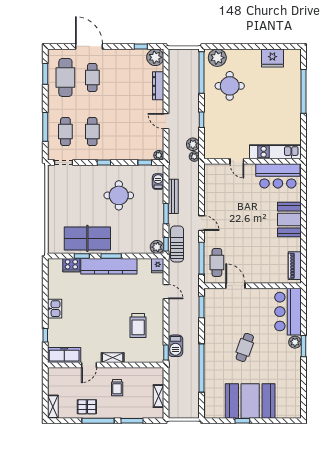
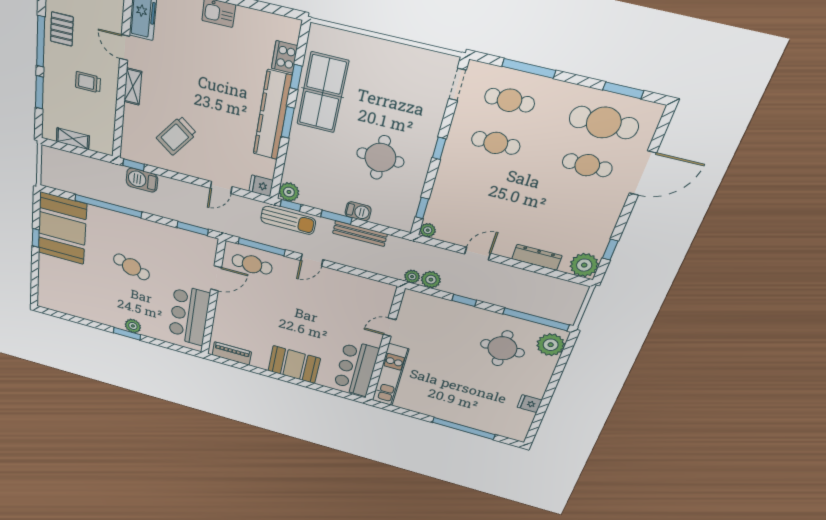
fridge: (272, 58) -> (530, 404), width x0.53, depth x0.75
barbecue: (158, 182) -> (358, 211), moved
bar counter: (288, 312) -> (189, 315), moved, turned -90
trolley: (138, 326) -> (177, 136), turned -53
booth: (250, 401) -> (62, 228), moved

